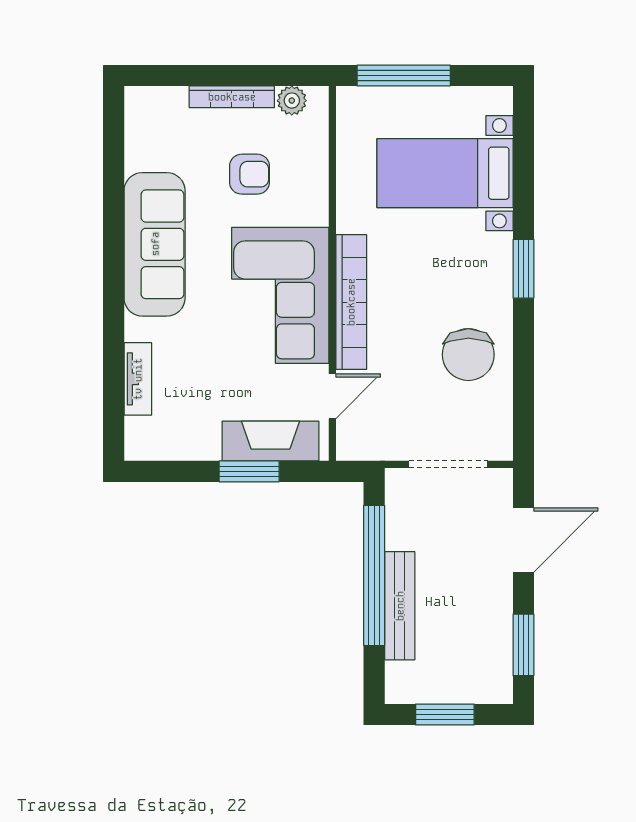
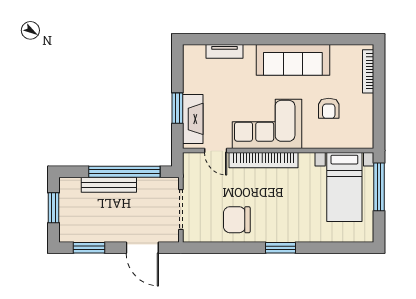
bookcase: (232, 97) -> (368, 71), moved
plant: (292, 101) -> (366, 130), removed
bed with nightstands: (445, 173) -> (344, 187), moved, turned 180

